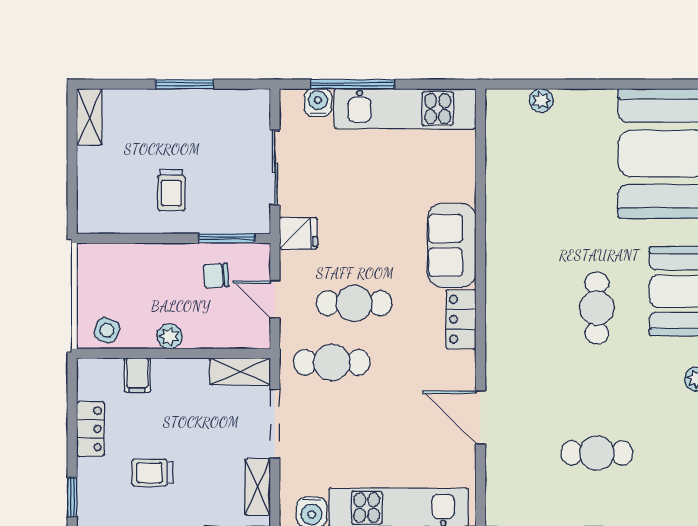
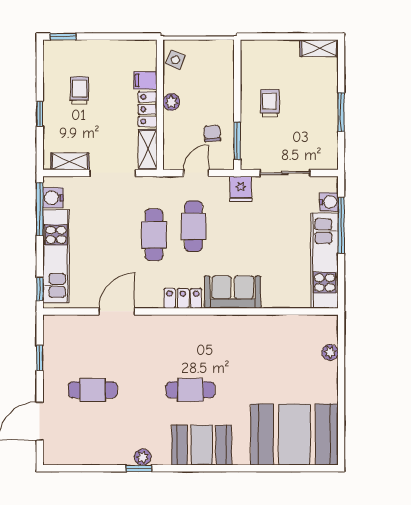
trolley: (171, 190) -> (270, 103), turned 90
cafe table: (332, 362) -> (154, 235), moved
locker: (91, 429) -> (148, 109), moved, turned 90
cafe table: (597, 453) -> (93, 390), turned 90

